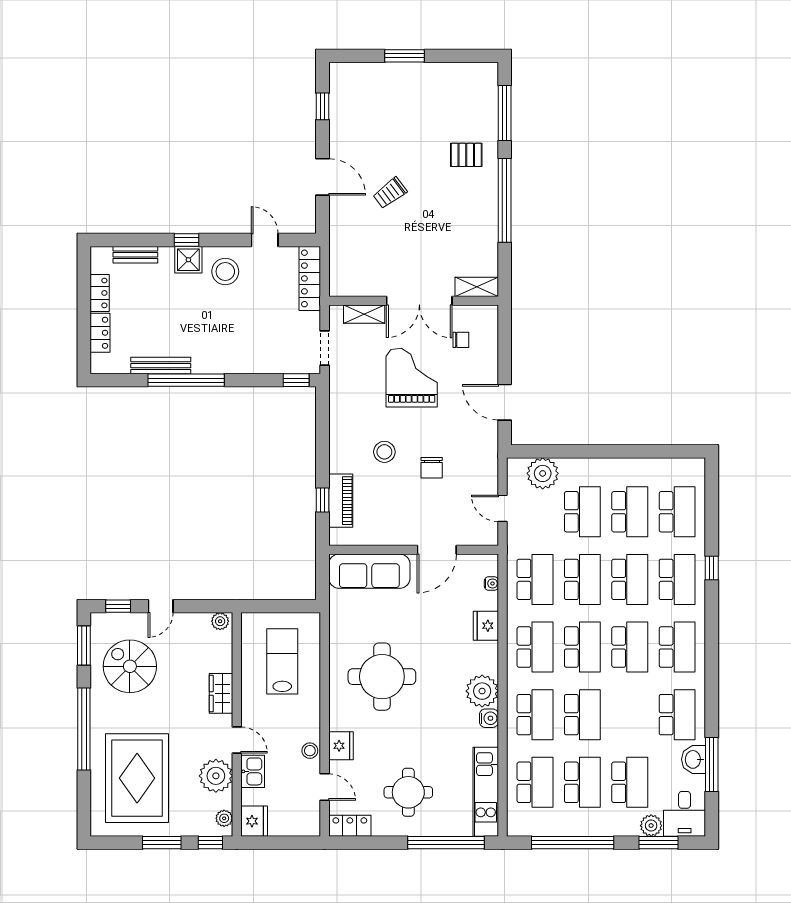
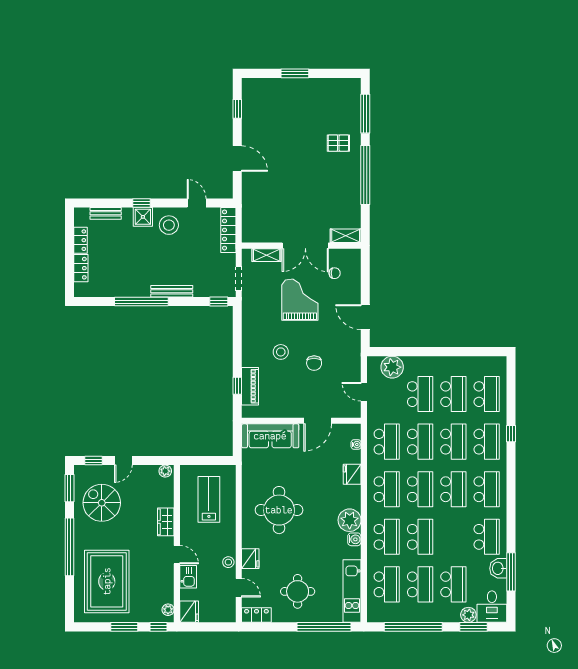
trolley: (390, 193) -> (285, 170), removed
bench: (161, 366) -> (172, 291), moved
plant: (216, 776) -> (162, 580), removed

